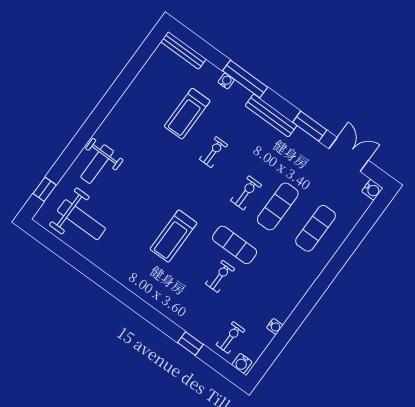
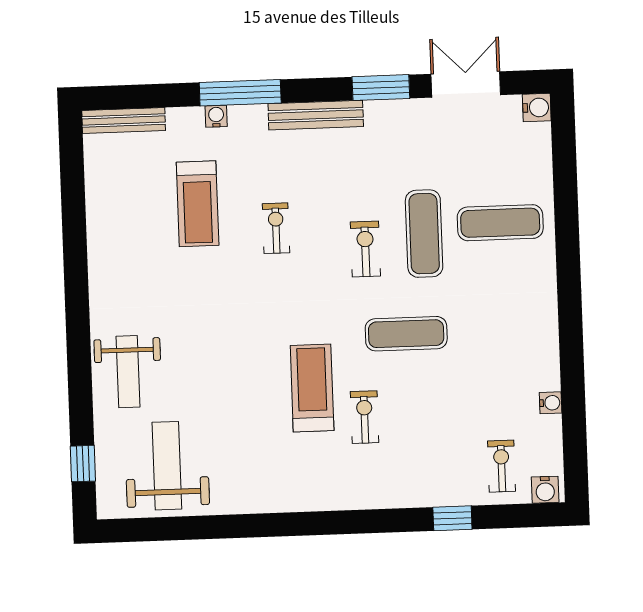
weight bench: (81, 220) -> (167, 466), turned -90
exercise mat: (316, 228) -> (500, 223), turned 90
treadmill: (173, 236) -> (312, 388), turned 180
exercise bike: (220, 276) -> (365, 417), moved

